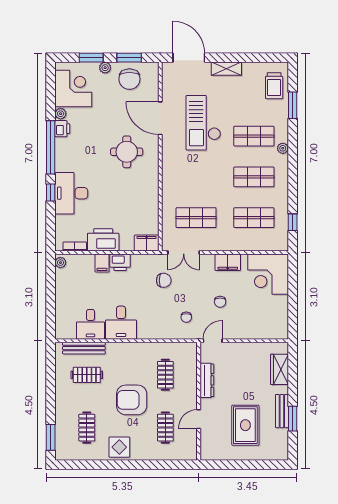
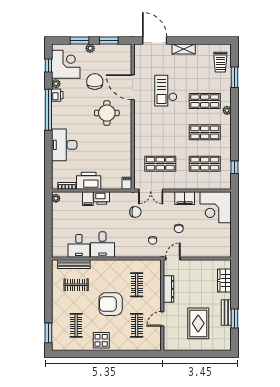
chair: (129, 79) -> (95, 82), moved, turned 180
checkout: (203, 123) -> (166, 91), width x0.73, depth x0.83
window: (51, 193) -> (48, 66), moved
filing cabinet: (147, 243) -> (127, 183), width x0.50

